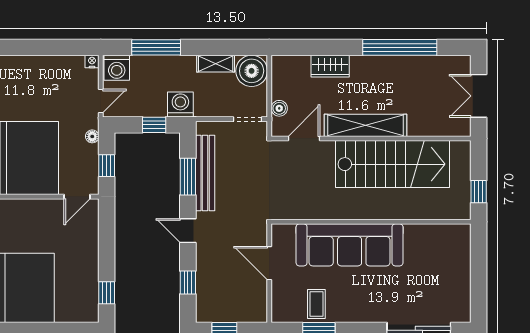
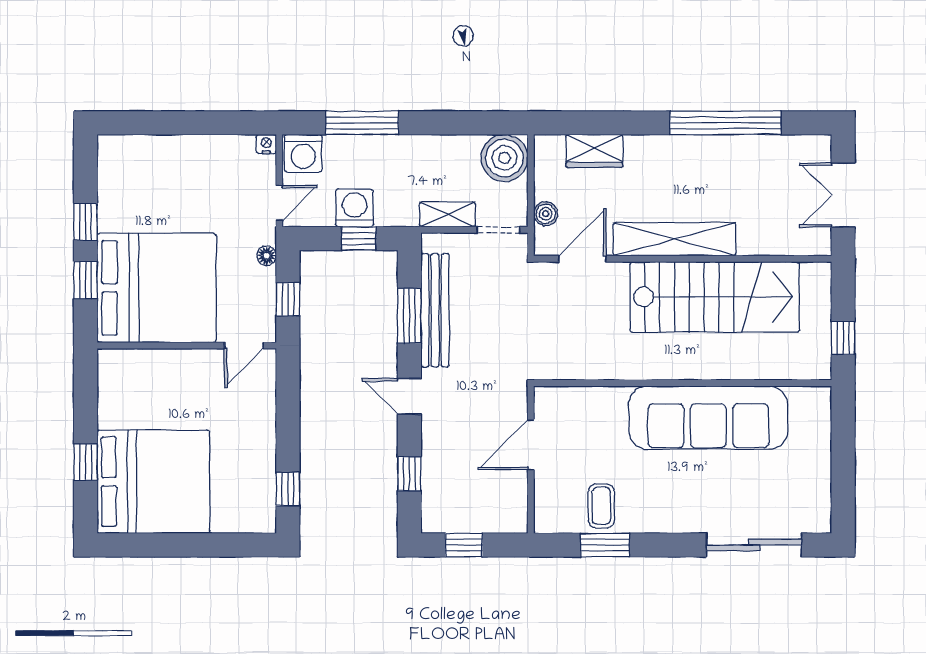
shelving: (216, 64) -> (447, 214), moved
wardrobe: (330, 66) -> (594, 151), moved
washing machine: (180, 104) -> (354, 208), moved
sofa: (350, 245) -> (708, 418), moved
door: (269, 263) -> (531, 445), hinge flipped

